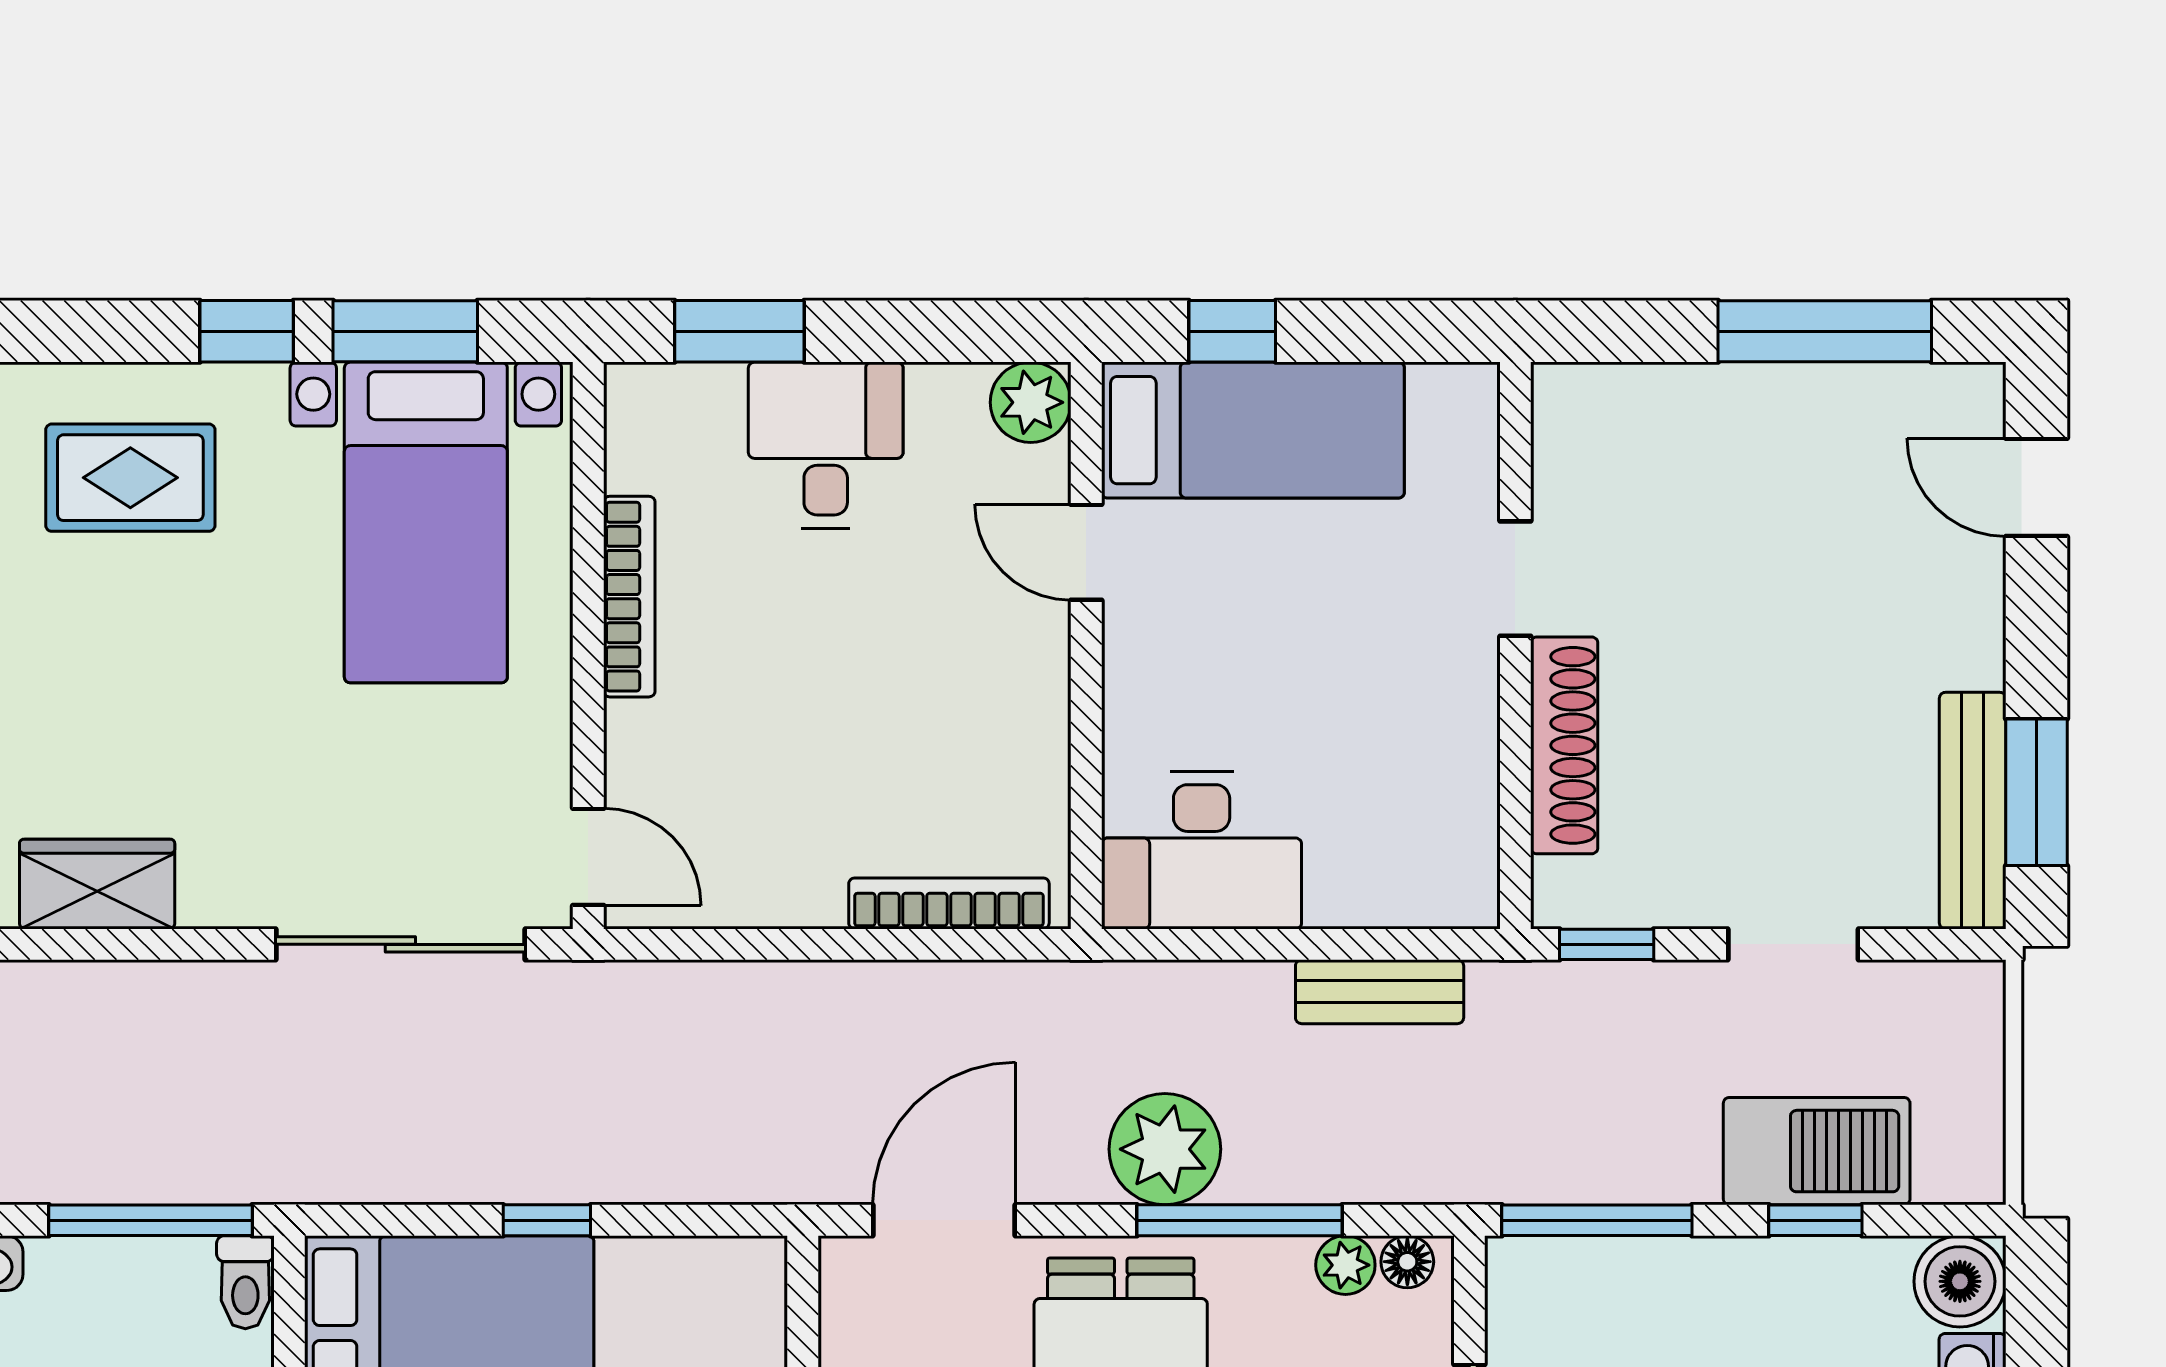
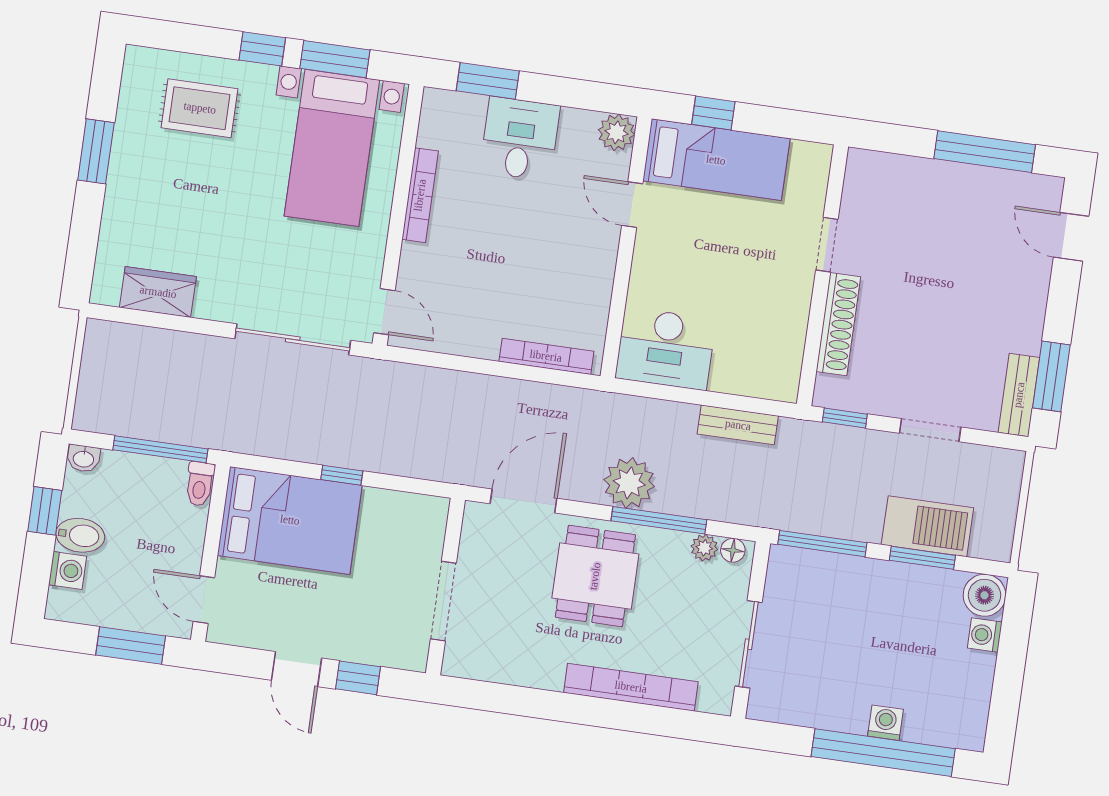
bench: (1973, 811) -> (1019, 395), width x0.73
window: (1815, 1220) -> (922, 558), width x1.50

